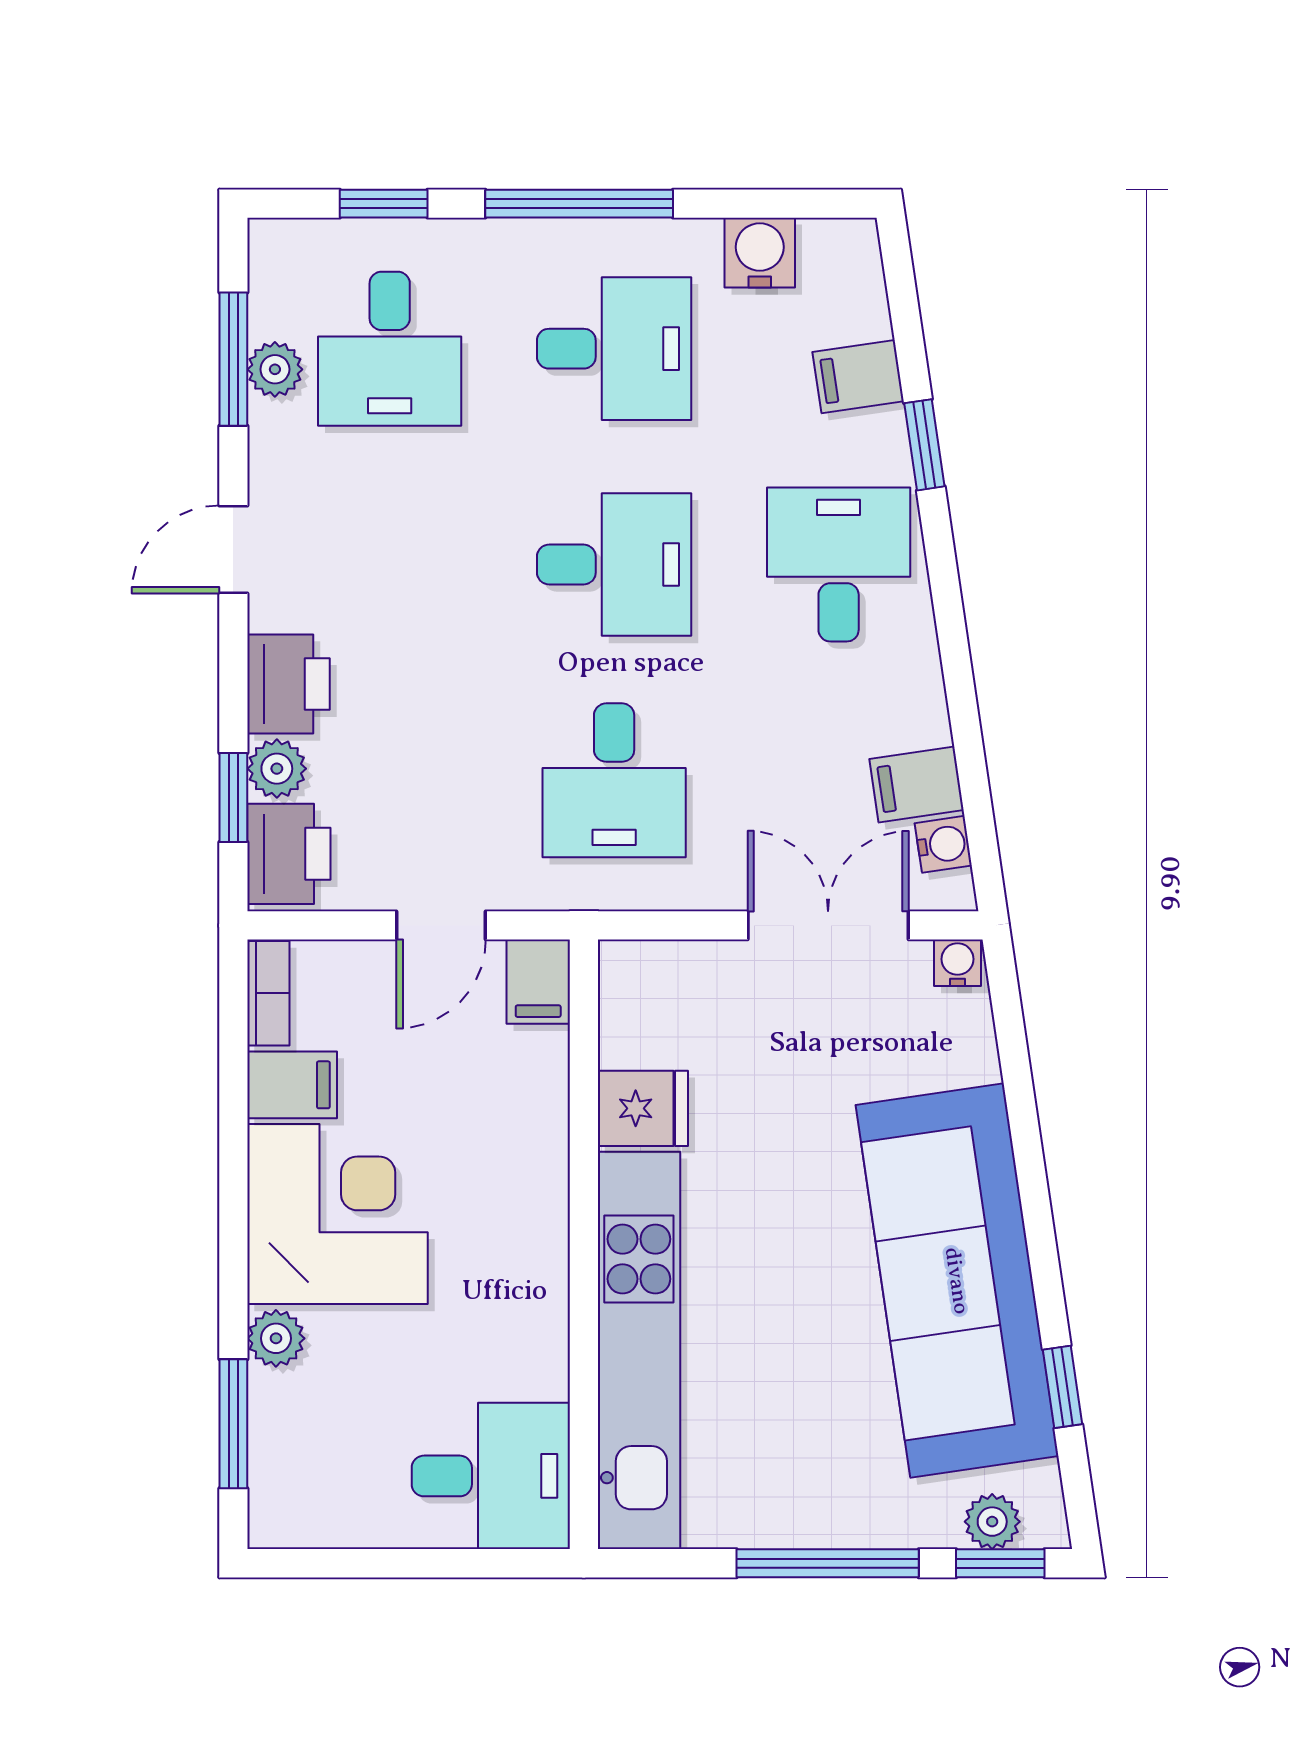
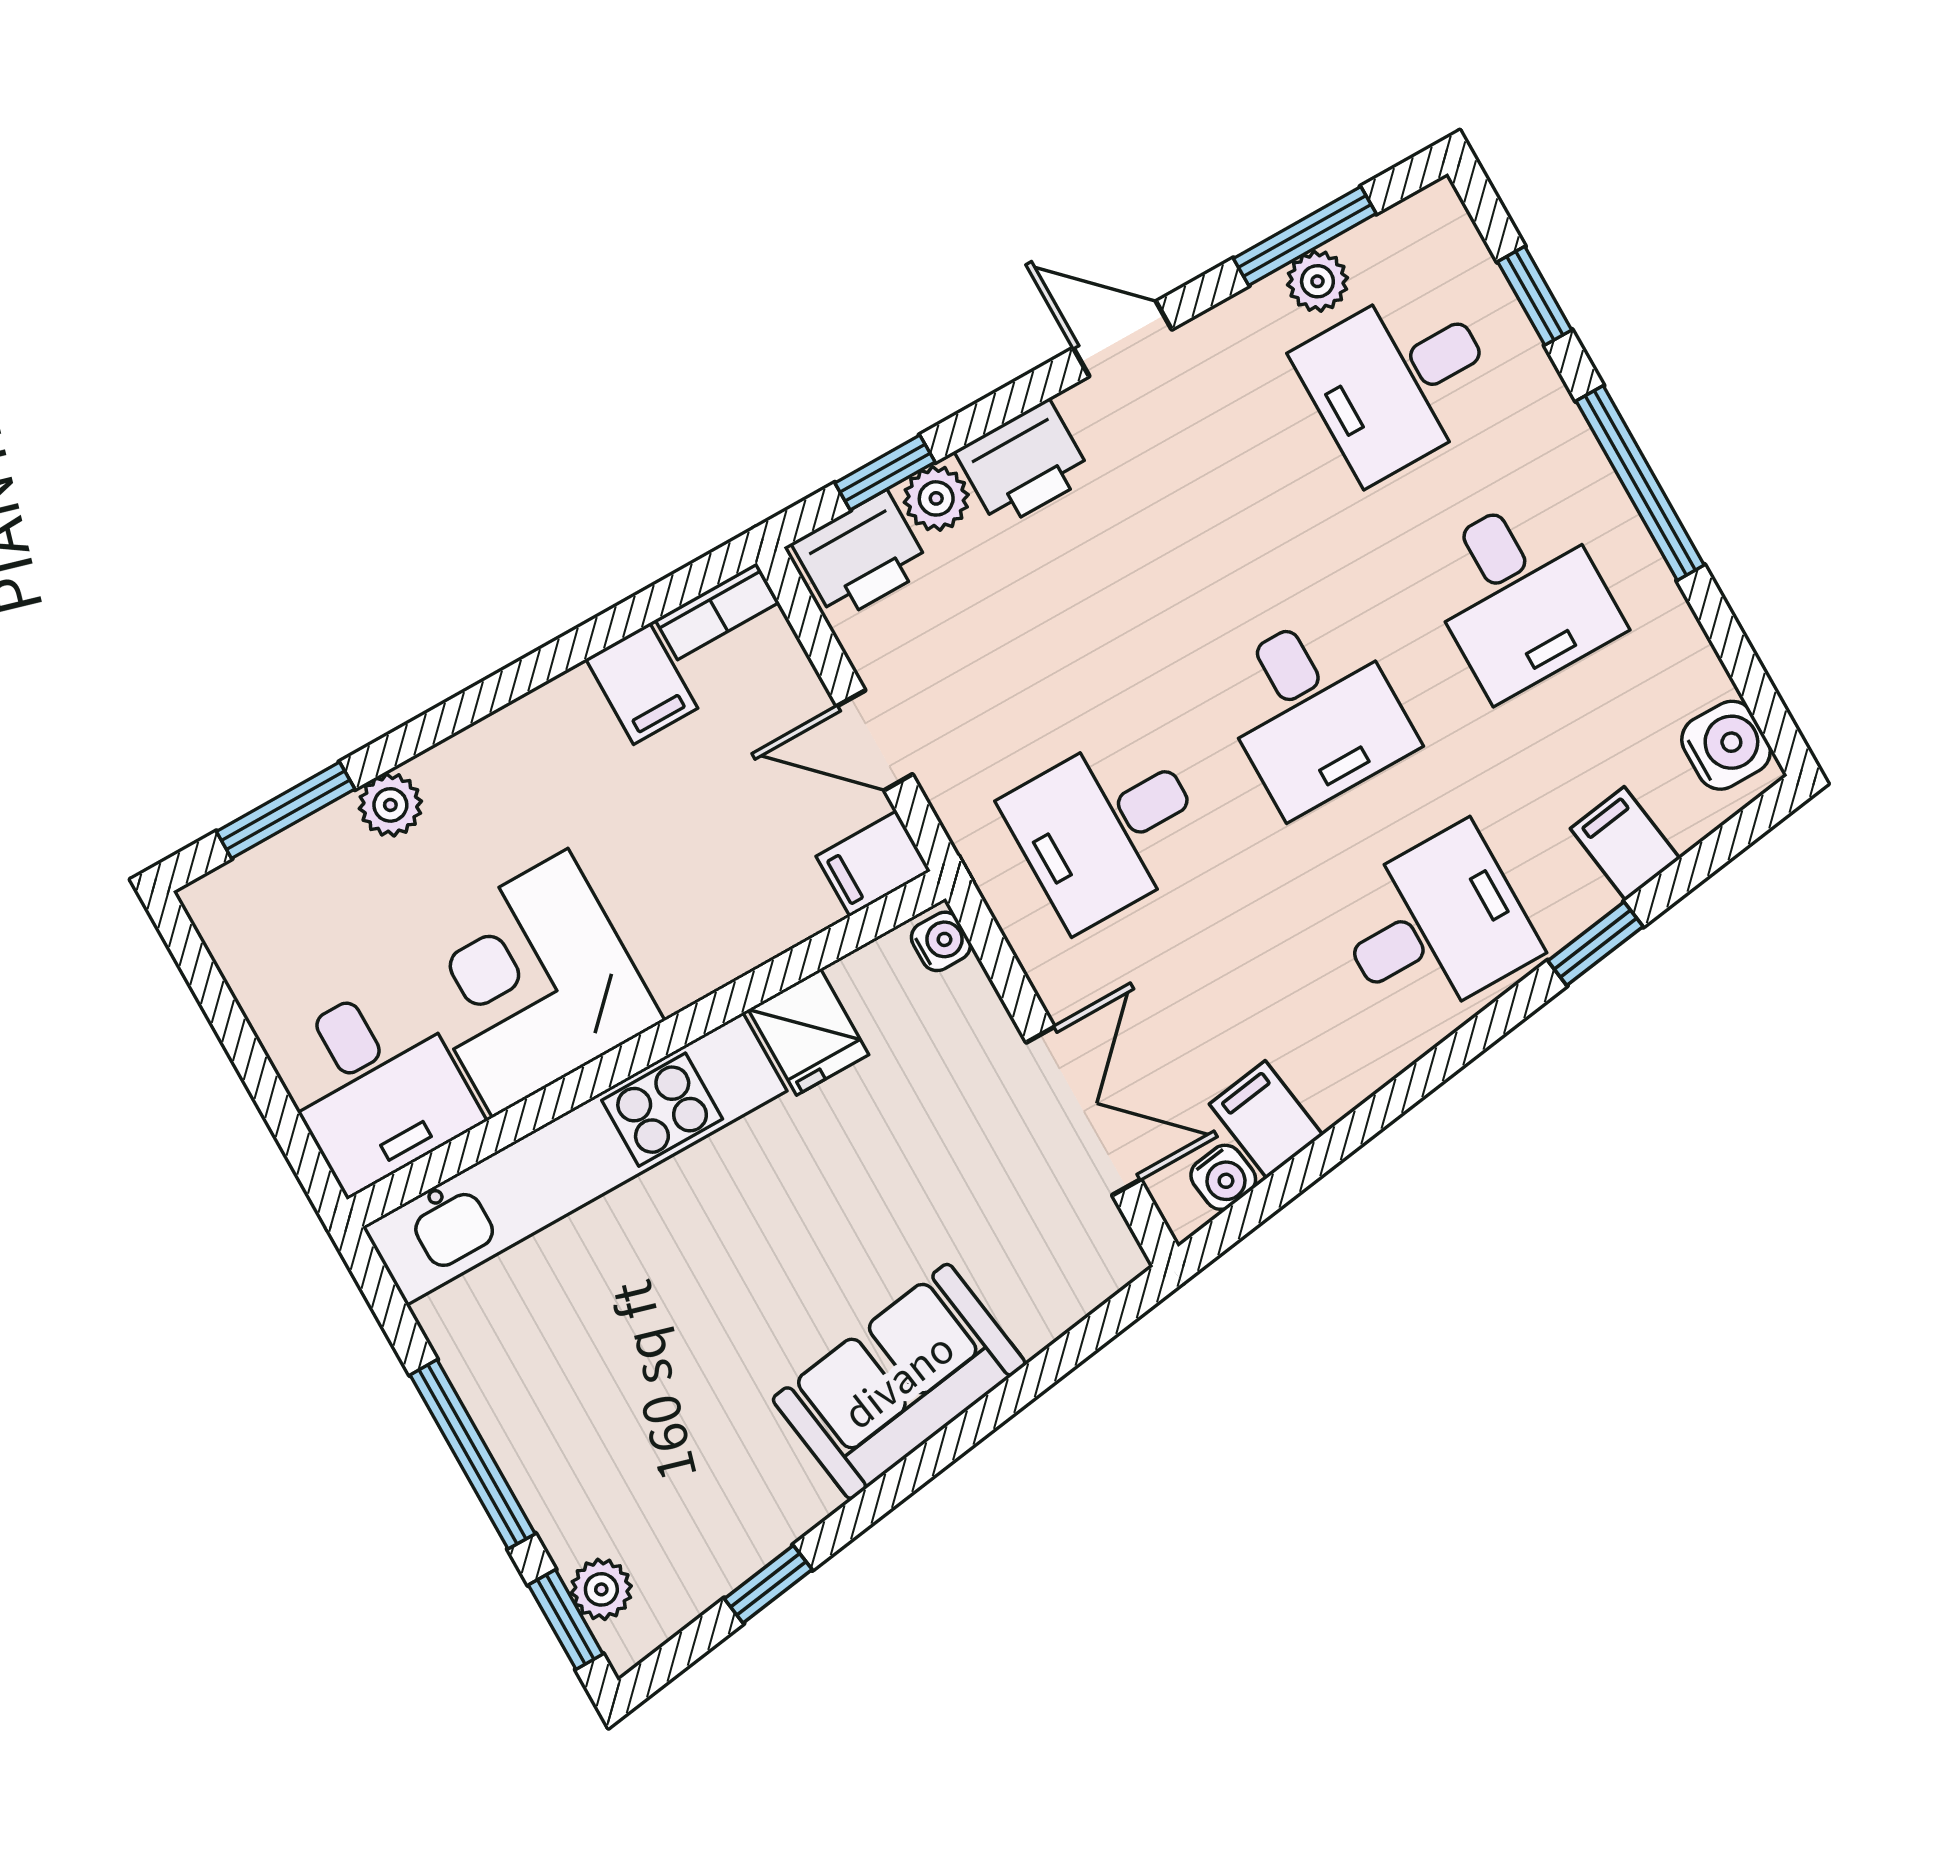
water cooler: (760, 253) -> (1726, 745), moved
water cooler: (957, 963) -> (941, 941), moved
corner desk: (338, 1214) -> (530, 983), moved, turned 180
sofa: (957, 1281) -> (899, 1381), width x0.54, depth x0.79

